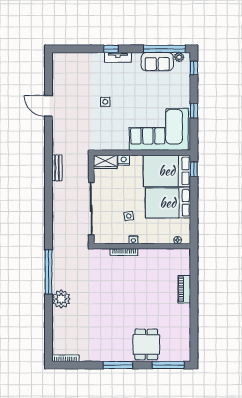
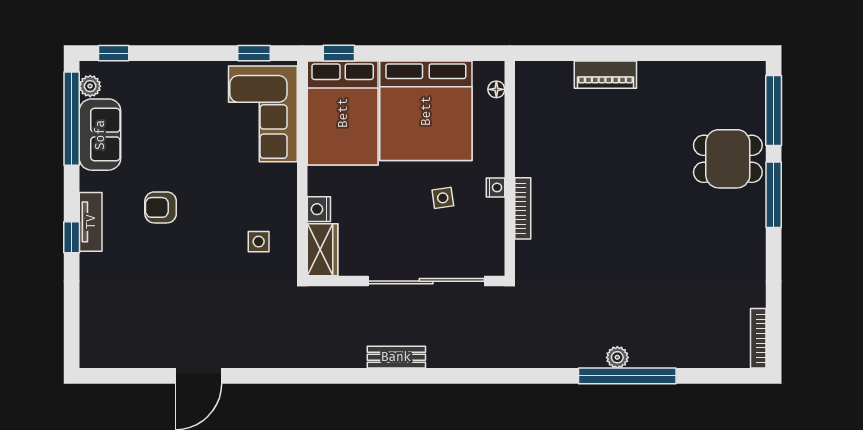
armchair: (124, 89) -> (161, 207), added
side table: (105, 102) -> (259, 242), moved
window: (194, 111) -> (254, 53), moved
corner sofa: (159, 129) -> (263, 114), width x0.73, depth x0.74
bench: (57, 168) -> (396, 357), moved
bed: (168, 203) -> (426, 111), width x1.36
window: (49, 272) -> (627, 376), moved
plant: (61, 299) -> (617, 357), width x0.53, depth x0.53
window: (118, 365) -> (774, 195), moved

